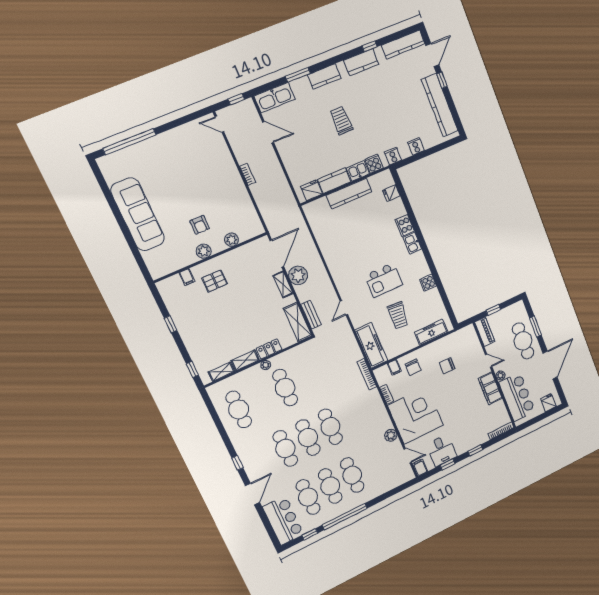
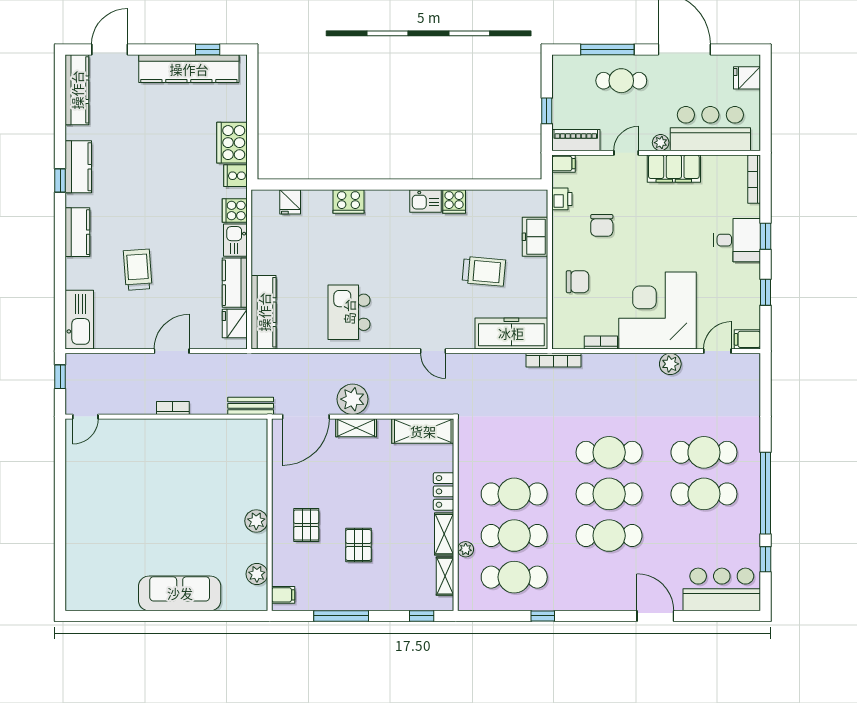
window: (370, 46) -> (60, 180), moved
door: (432, 55) -> (110, 50), hinge flipped
window: (298, 75) -> (60, 271), removed
window: (442, 80) -> (208, 50), moved
trolley: (341, 121) -> (138, 270), moved, turned 87
door: (268, 132) -> (172, 351), moved
window: (129, 142) -> (60, 553), removed
cooker: (416, 146) -> (232, 143), width x1.87, depth x1.31
kitchen counter: (349, 194) -> (264, 312), moved
sofa: (138, 214) -> (180, 593), width x0.74, depth x0.79
armchair: (200, 225) -> (216, 509), removed
plant: (231, 240) -> (257, 574), moved
kitchen sink: (412, 243) -> (425, 201), moved
door: (277, 253) -> (306, 417), swing flipped
filing cabinet: (187, 277) -> (283, 595), moved
kitchen island: (384, 280) -> (349, 312), moved, turned 180
bench: (311, 315) -> (251, 406), moved
pallet: (217, 316) -> (358, 545), added
window: (171, 324) -> (341, 616), width x2.17
window: (535, 327) -> (607, 50), width x1.44
freezer: (431, 332) -> (535, 237), width x0.71
printer: (452, 339) -> (562, 199), added
cafe table: (523, 341) -> (621, 81), width x0.73, depth x0.74
plant: (266, 365) -> (466, 549), moved
filing cabinet: (394, 367) -> (563, 164), moved
desk: (442, 450) -> (737, 240), moved
window: (237, 463) -> (543, 616), moved
cafe table: (308, 497) -> (514, 536), moved

